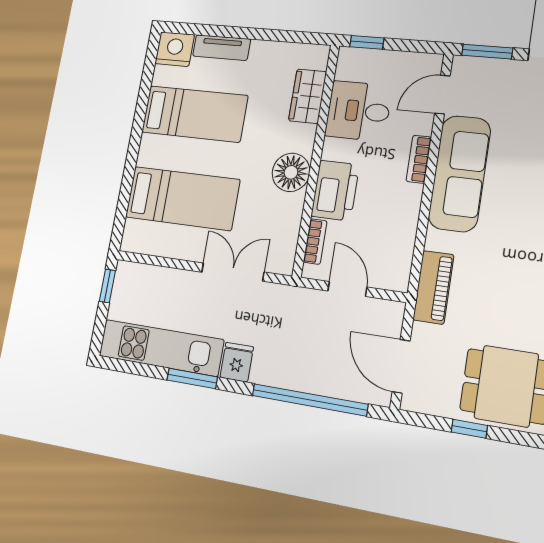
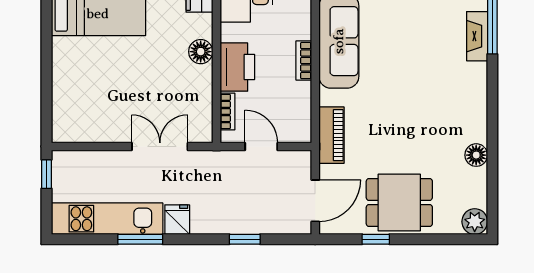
bookcase: (419, 159) -> (304, 61), moved
floor lamp: (291, 172) -> (201, 52), width x0.73, depth x0.73
bed: (182, 198) -> (102, 90), removed
door: (401, 366) -> (315, 201), swing flipped
window: (310, 400) -> (245, 239), width x0.32

